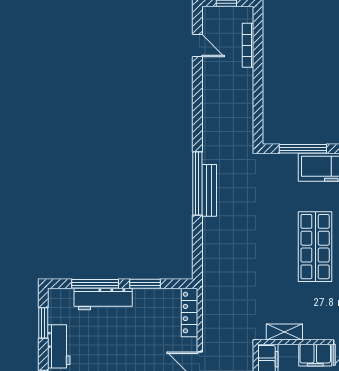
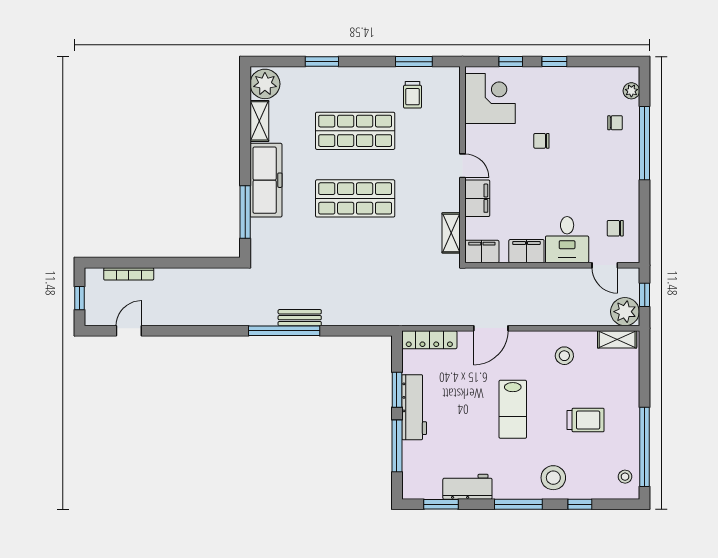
bench: (209, 190) -> (300, 318), width x0.73
workbench: (103, 299) -> (414, 407), moved

